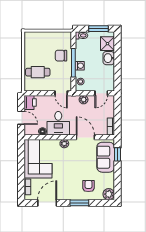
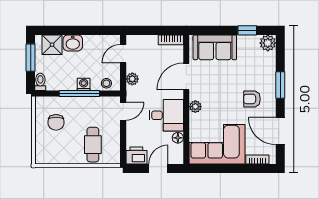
chair: (61, 56) -> (56, 122), moved
door: (101, 93) -> (123, 54), swing flipped
window: (117, 154) -> (247, 30), moved
armchair: (88, 186) -> (252, 99), moved

